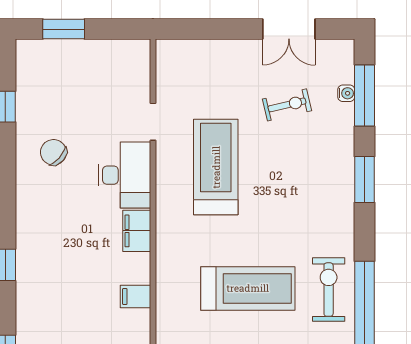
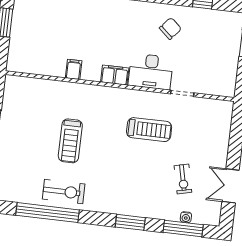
treadmill: (216, 167) -> (149, 130), width x0.73, depth x0.73
treadmill: (248, 288) -> (70, 141), width x0.73, depth x0.73

